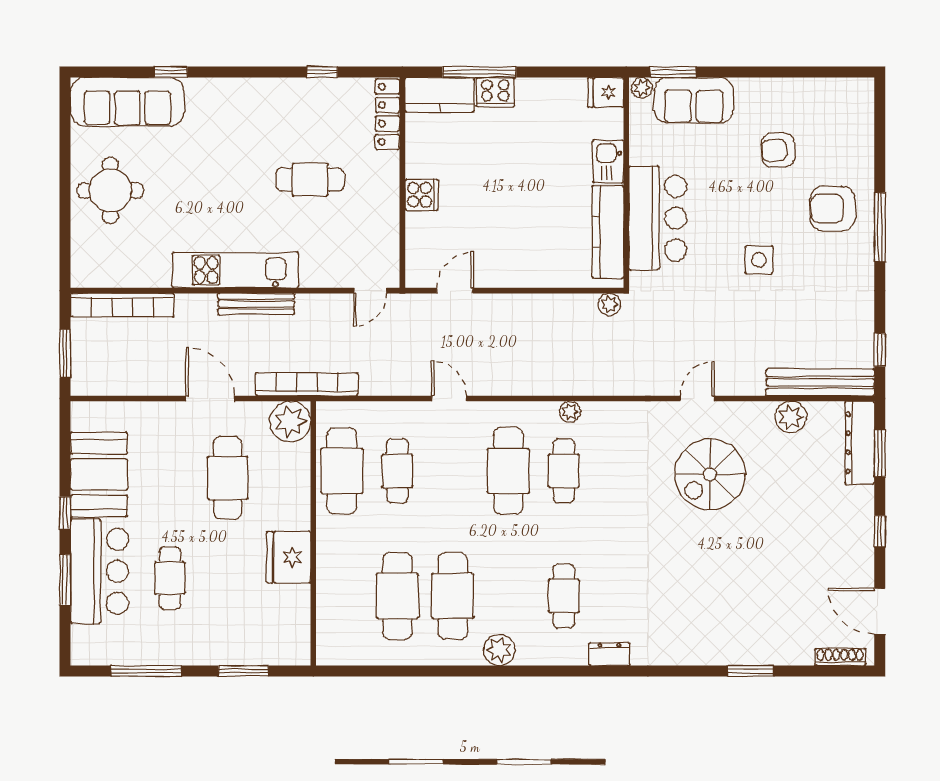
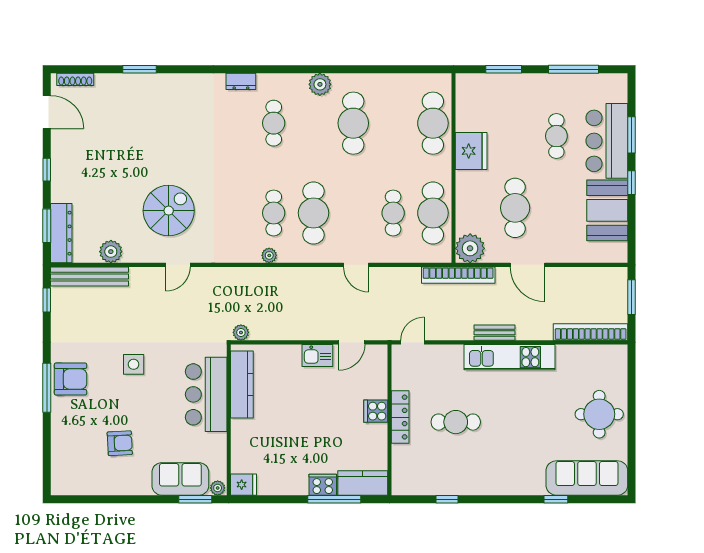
locker: (387, 114) -> (400, 417), moved
kitchen sink: (608, 162) -> (317, 355), moved, turned 90
armchair: (833, 208) -> (71, 379), moved
bench: (256, 304) -> (494, 333), width x0.73
cafe table: (397, 596) -> (433, 123), moved

